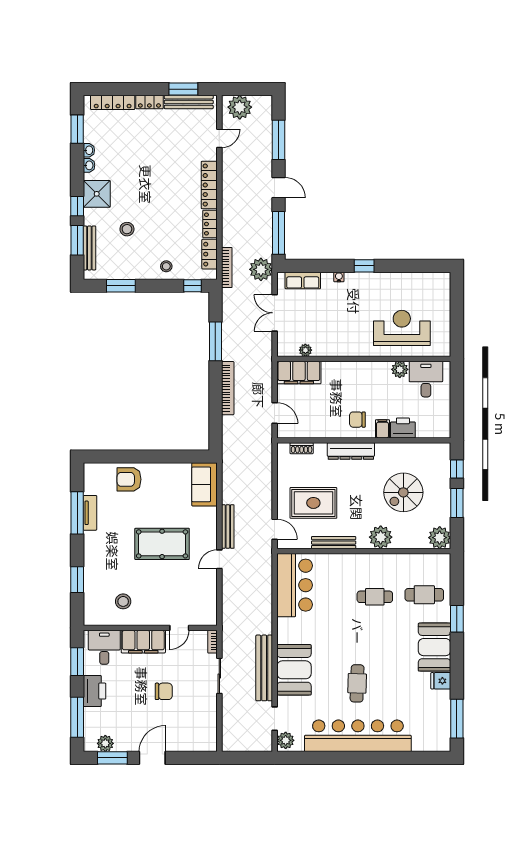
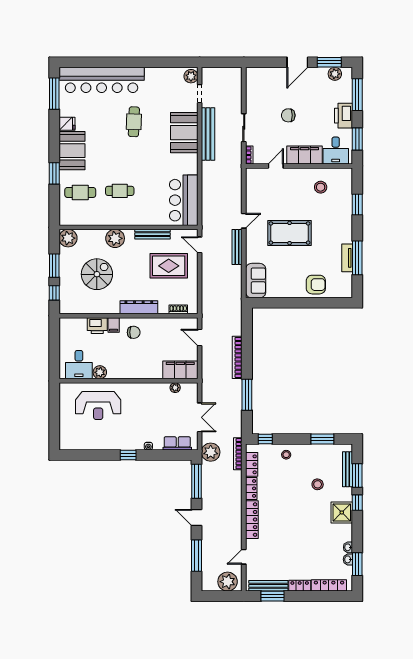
washbasin: (89, 165) -> (348, 559), moved
bar counter: (358, 736) -> (102, 80), moved

